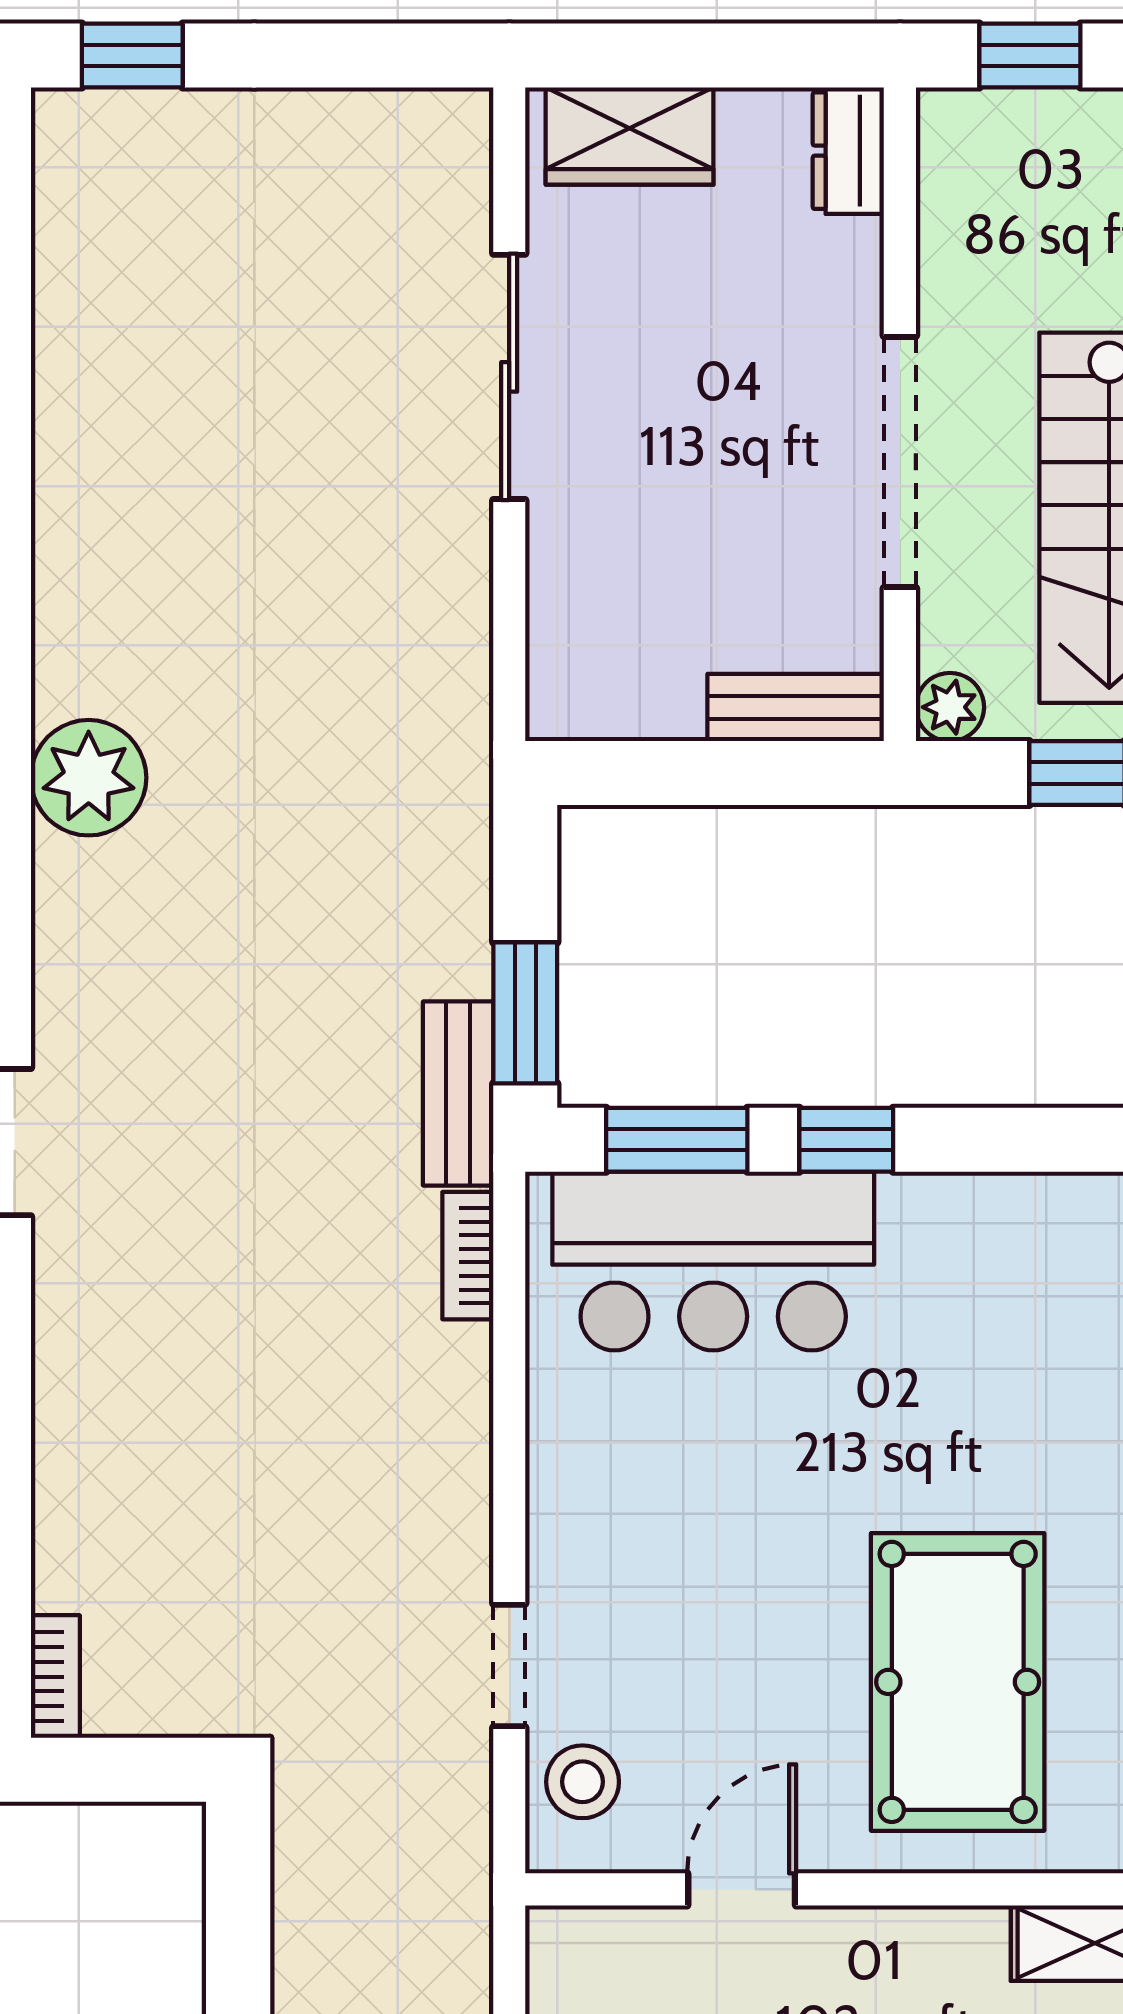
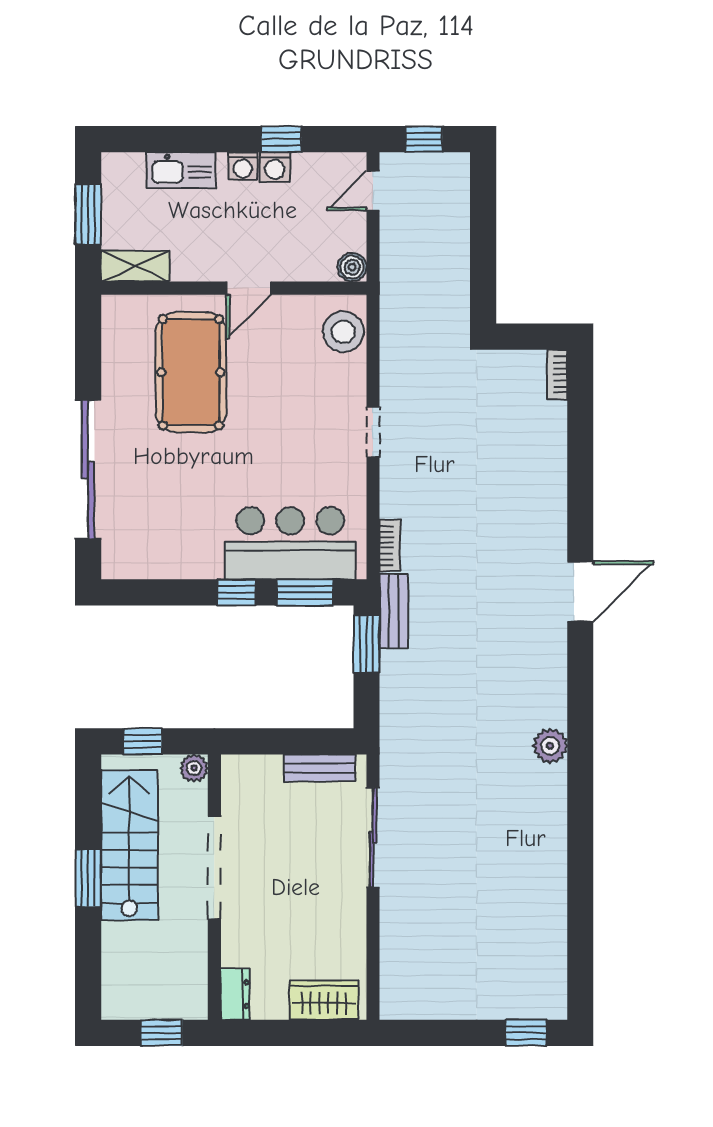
sliding door: (509, 377) -> (373, 837), moved
bench: (796, 707) -> (320, 768), moved
plant: (89, 778) -> (550, 746), width x0.73, depth x0.73
doorway: (509, 1666) -> (373, 432), moved
stool: (583, 1782) -> (343, 332), width x1.38, depth x1.38
door: (742, 1889) -> (249, 288), moved
boiler: (561, 1941) -> (352, 267), added

